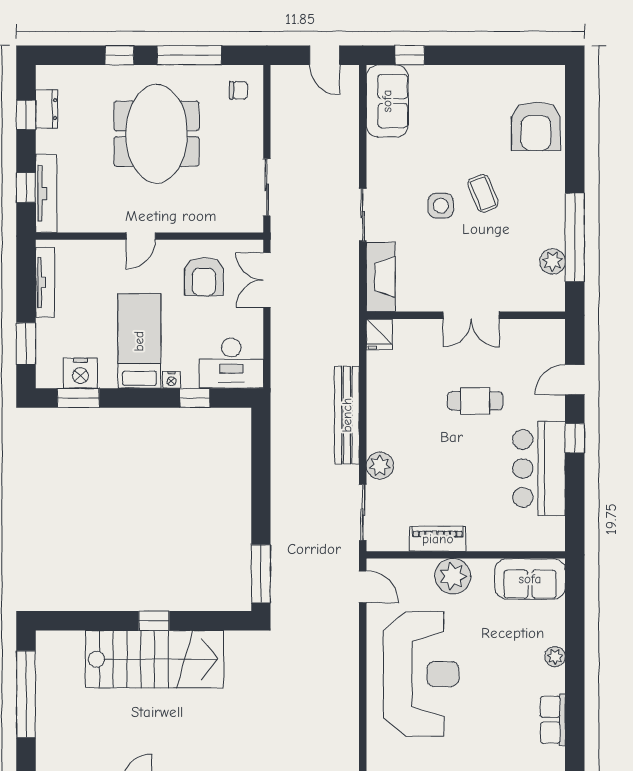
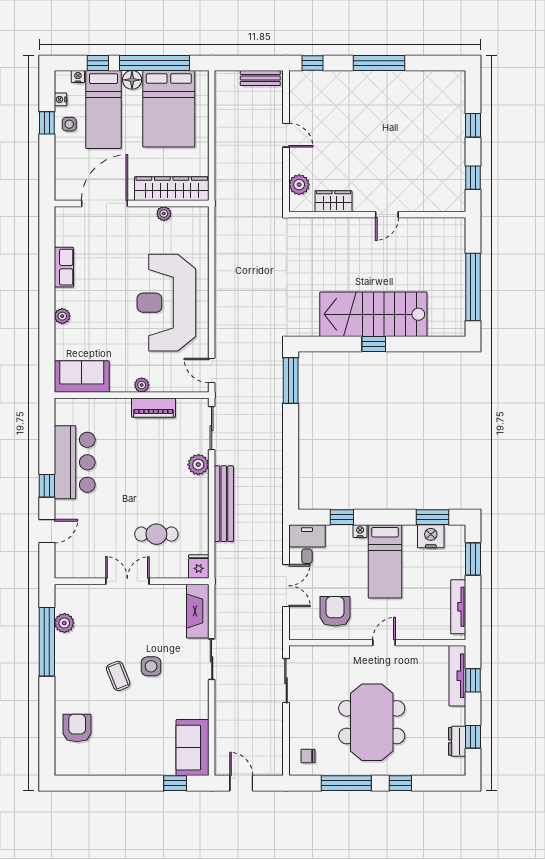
armchair: (536, 126) -> (77, 728), width x0.73, depth x0.73
double door: (267, 280) -> (286, 586), moved
desk: (231, 363) -> (307, 544), width x0.73
cafe table: (475, 401) -> (156, 534), moved
plant: (453, 576) -> (142, 385), width x0.53, depth x0.53

